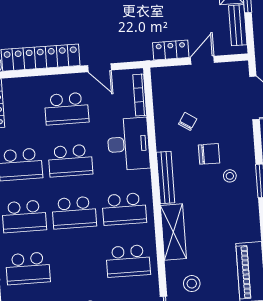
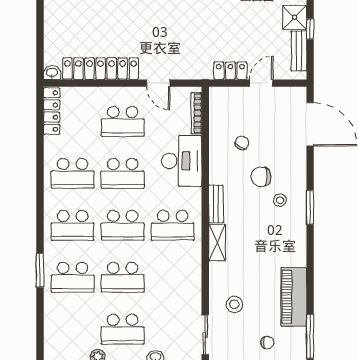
chair: (209, 154) -> (261, 177), turned 180
bench: (166, 177) -> (216, 204), width x0.73
shelving: (173, 232) -> (217, 243), width x0.67, depth x0.75
school desk: (128, 261) -> (123, 277), moved

